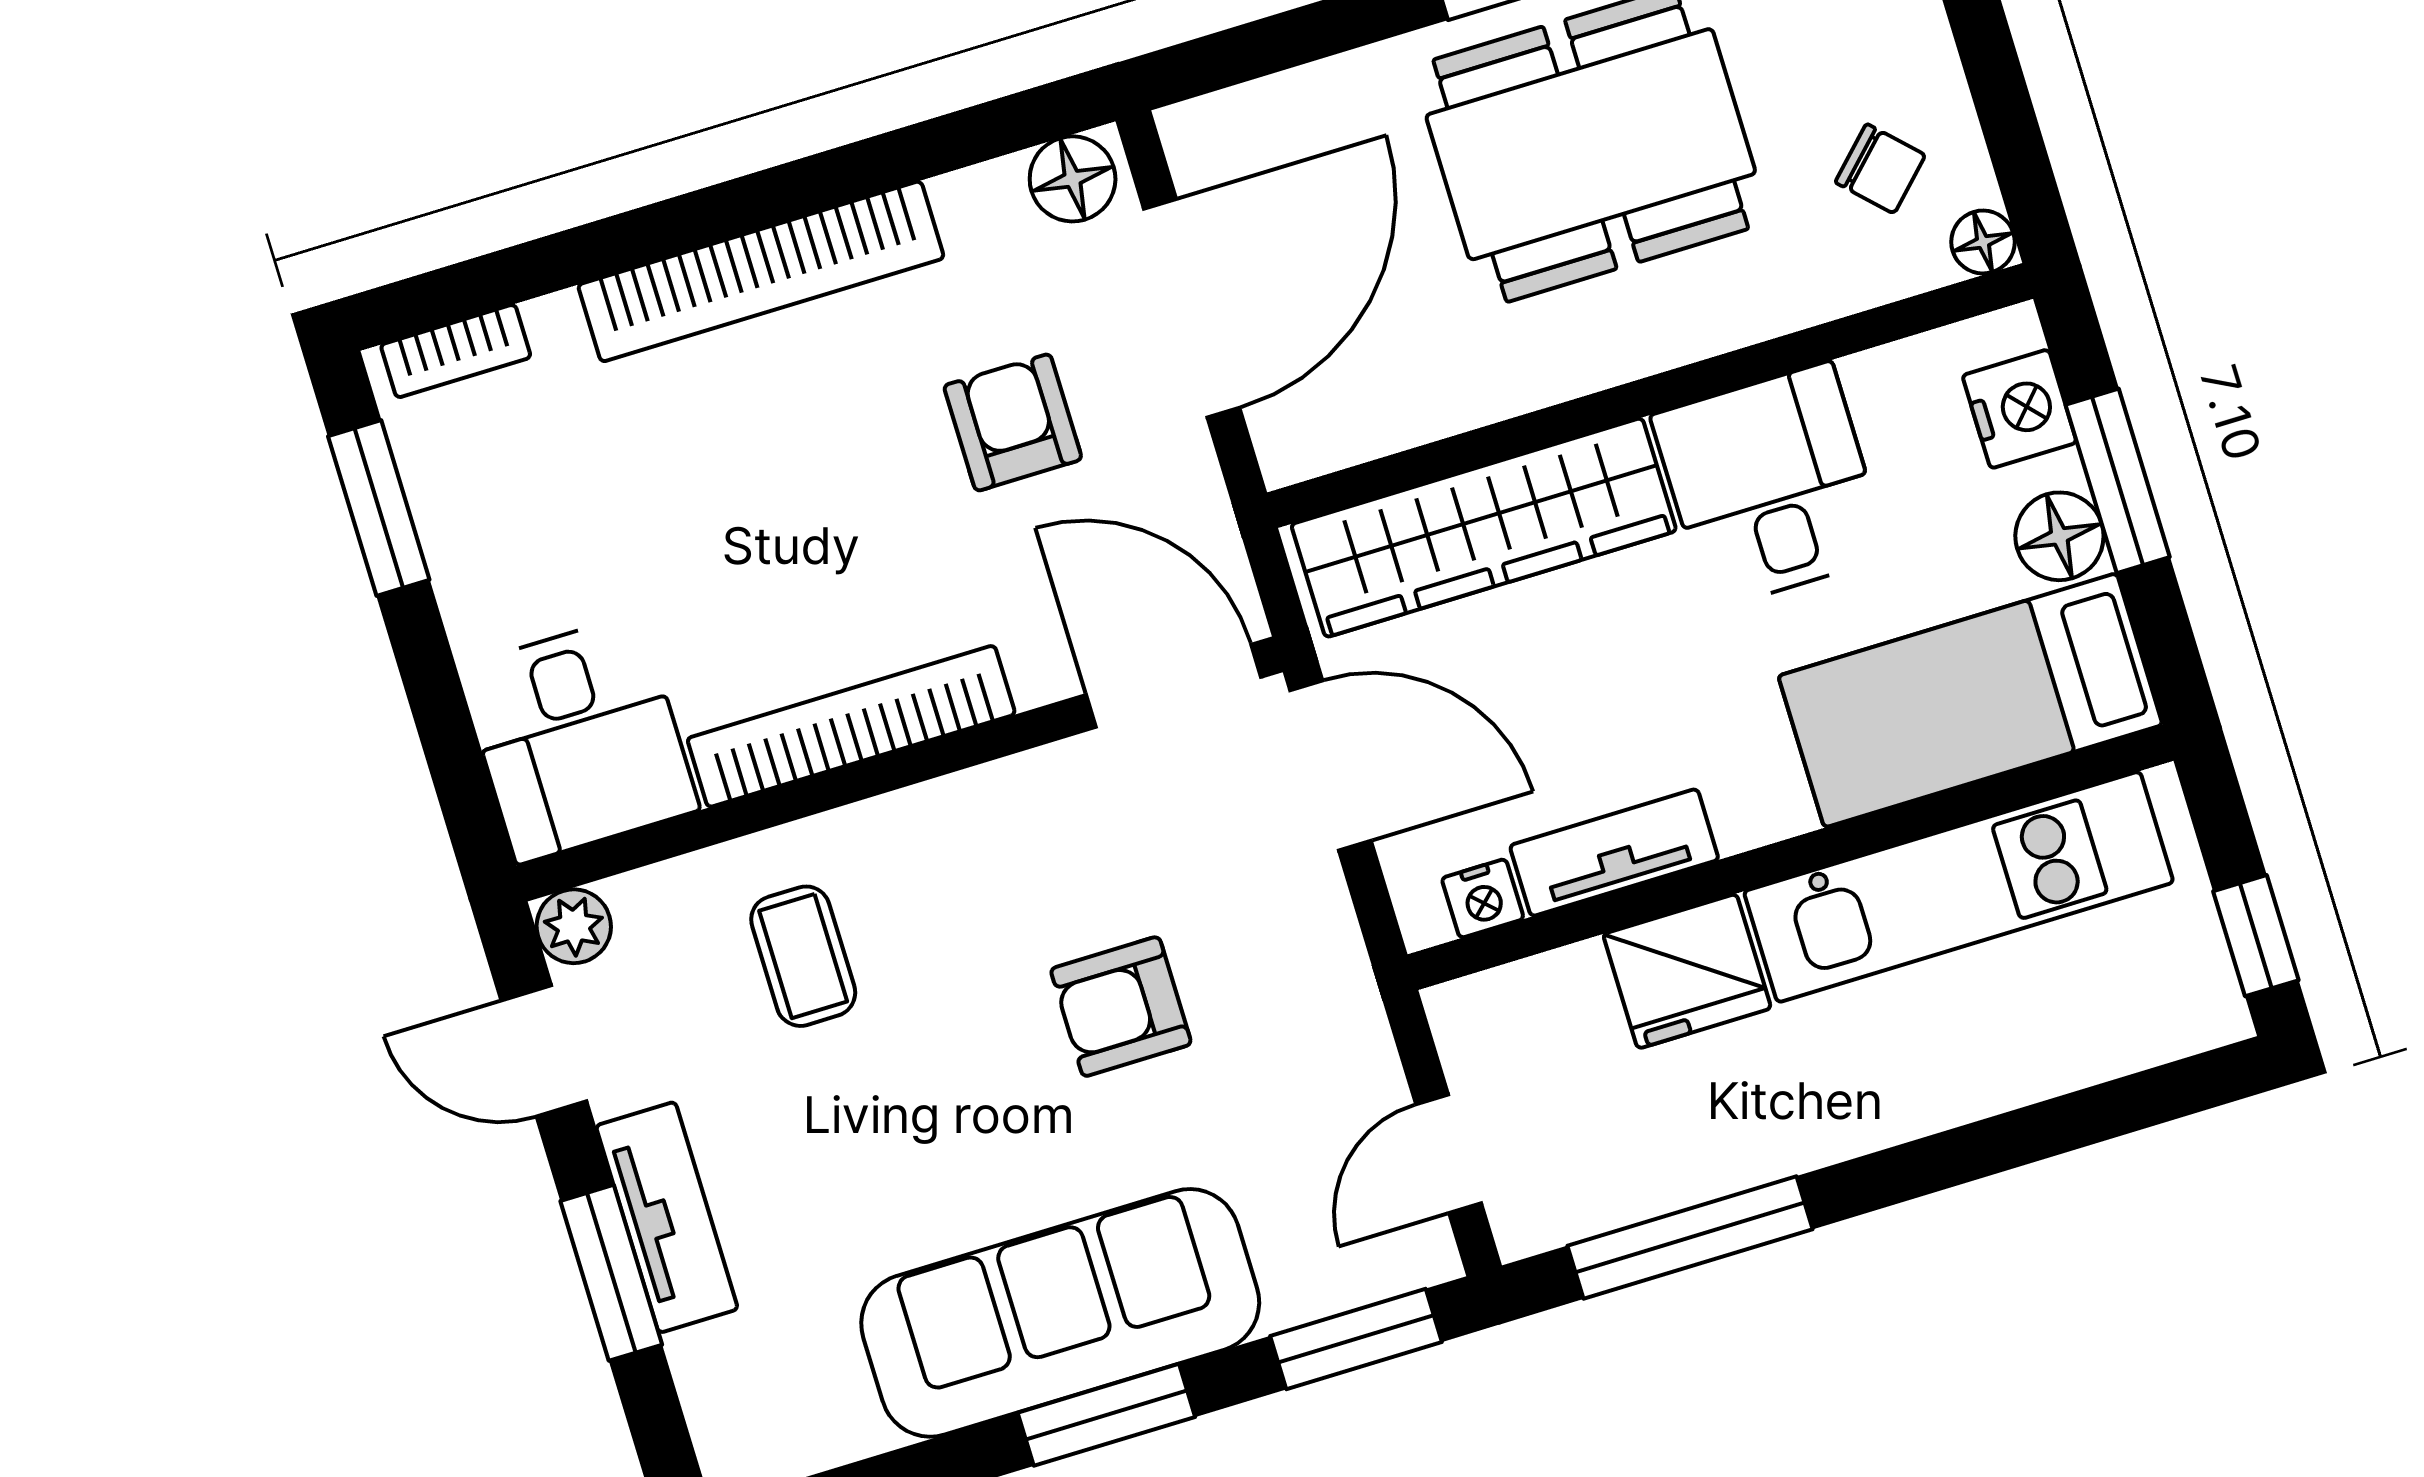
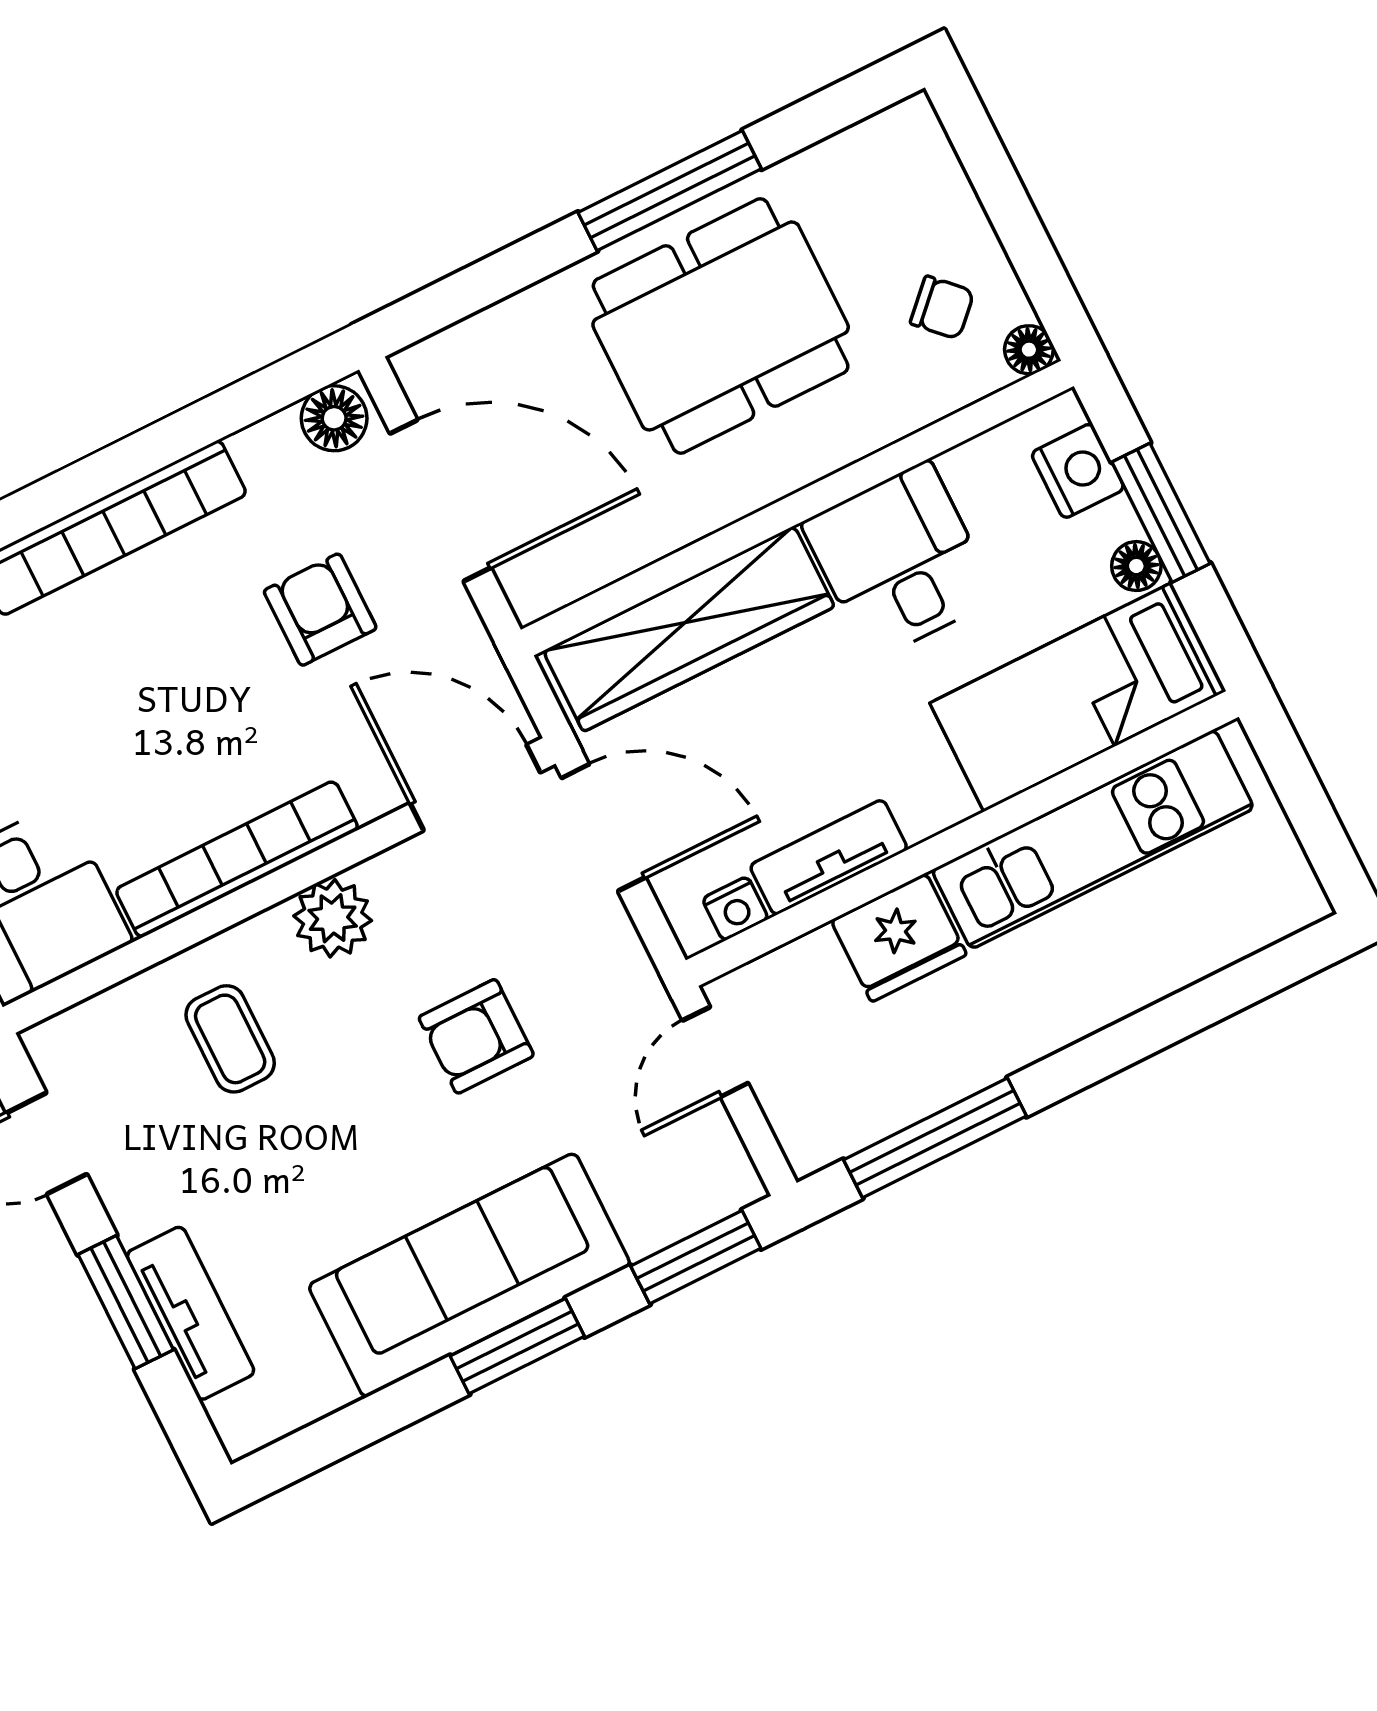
door: (1192, 308) -> (440, 501), hinge flipped
floor lamp: (2059, 536) -> (1136, 566), width x0.73, depth x0.73
plant: (574, 926) -> (333, 918), moved, width x1.38, depth x1.38
window: (2256, 936) -> (1323, 838), removed
door: (1449, 1154) -> (715, 1052), moved
tv unit: (667, 1217) -> (191, 1313), moved

